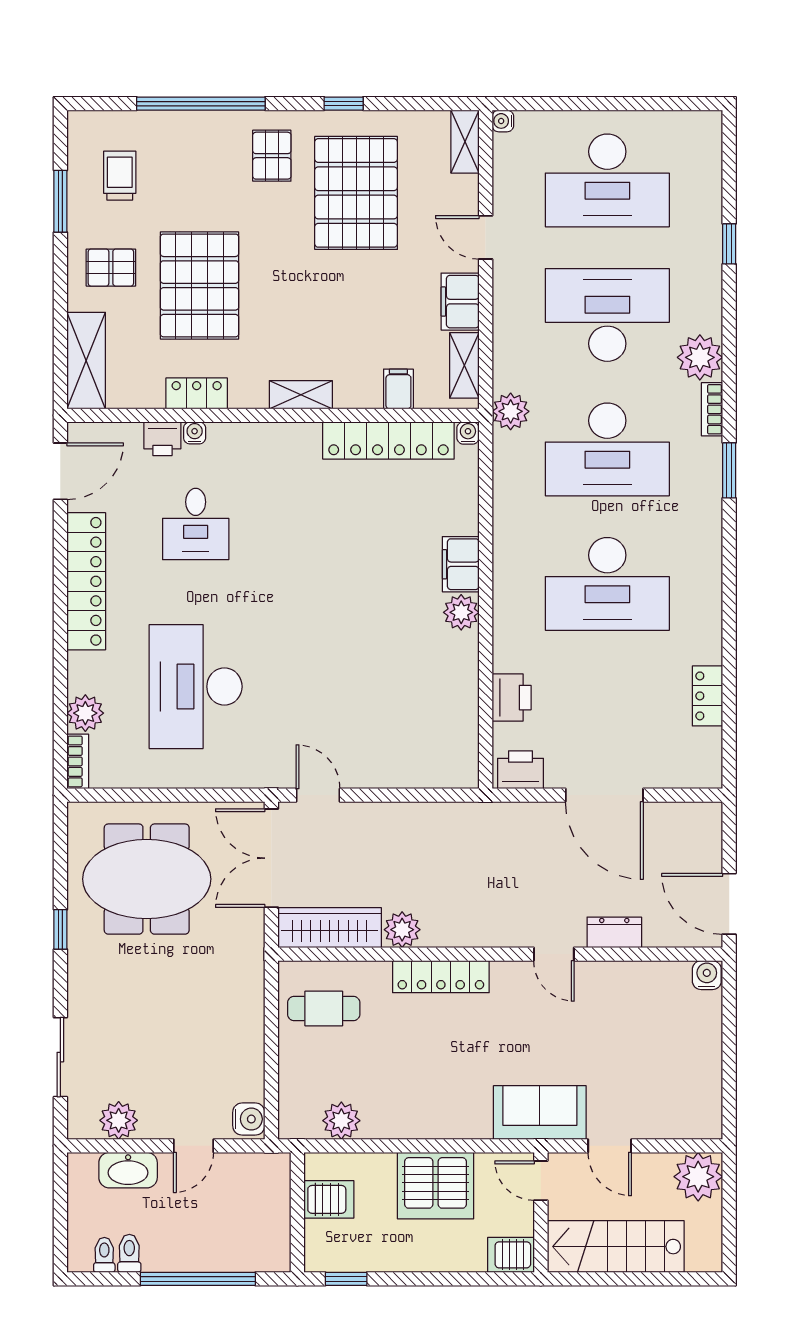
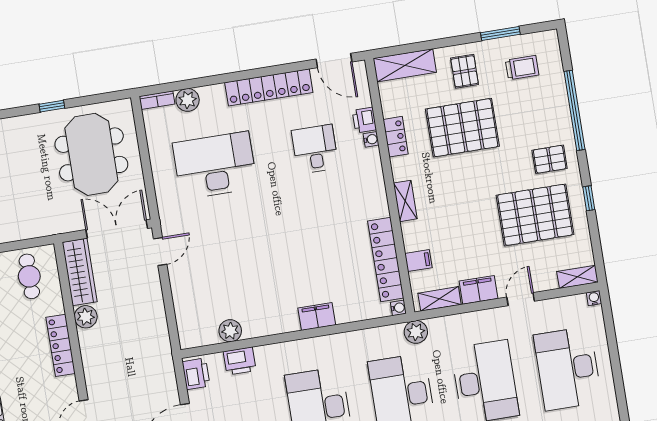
desk: (196, 524) -> (315, 149), turned 90
plant: (461, 612) -> (230, 331), moved

